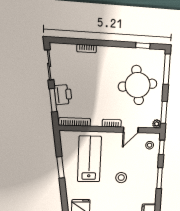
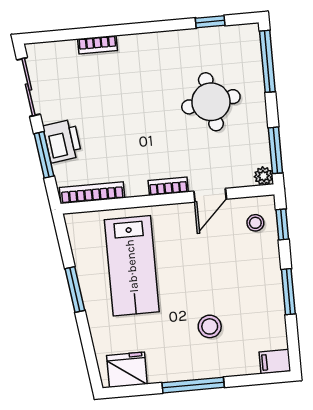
round table: (138, 85) -> (211, 102), width x0.73, depth x0.73
lab bench: (89, 159) -> (132, 266), turned 180
stool: (121, 178) -> (210, 326), moved

